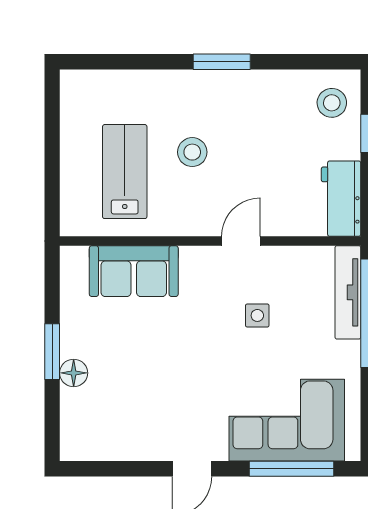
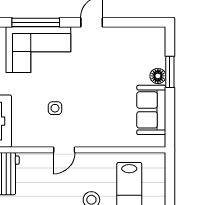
sofa: (134, 271) -> (151, 110), moved, turned -90
window: (52, 352) -> (170, 72), moved

